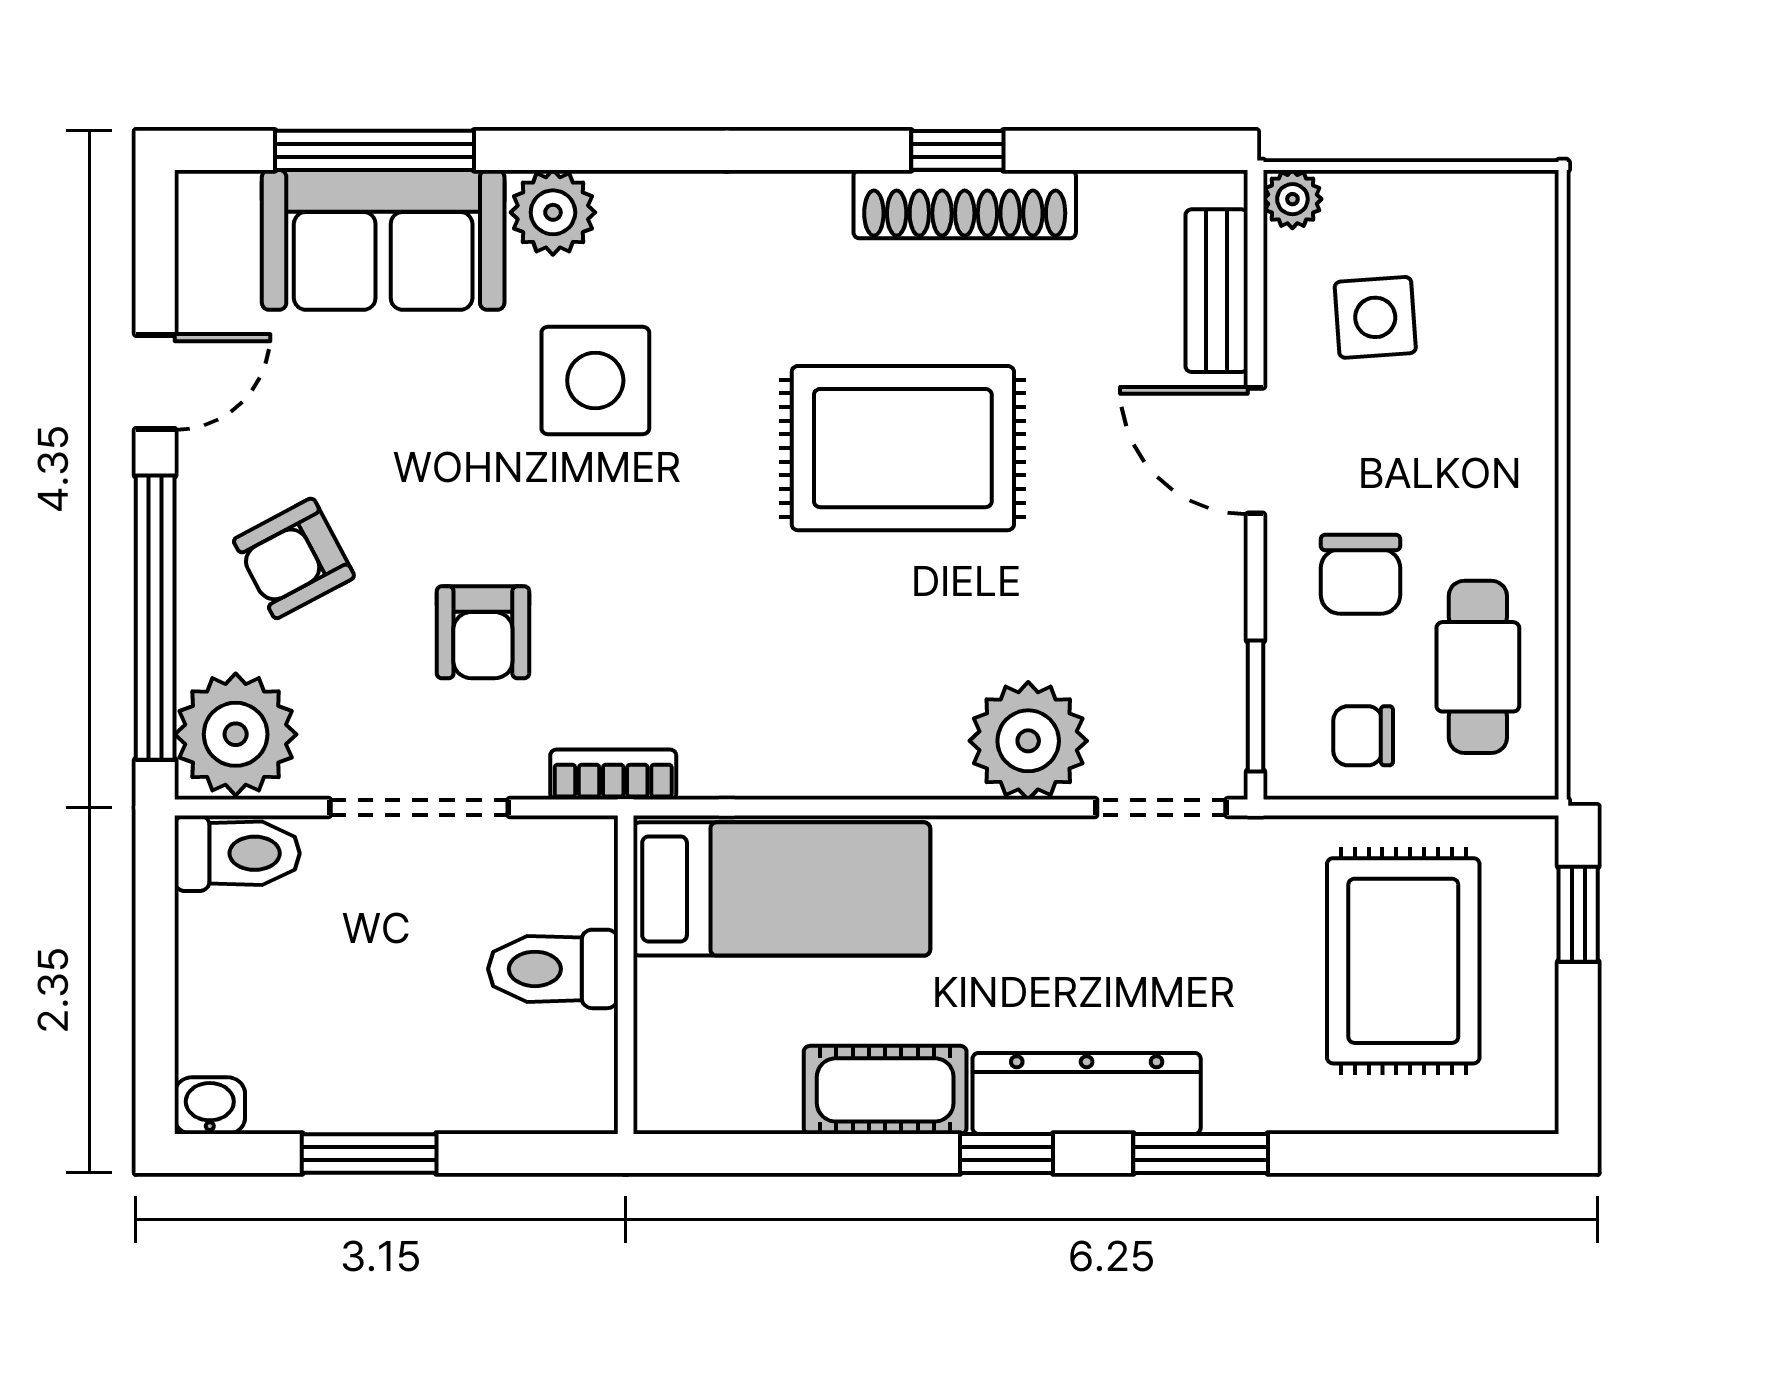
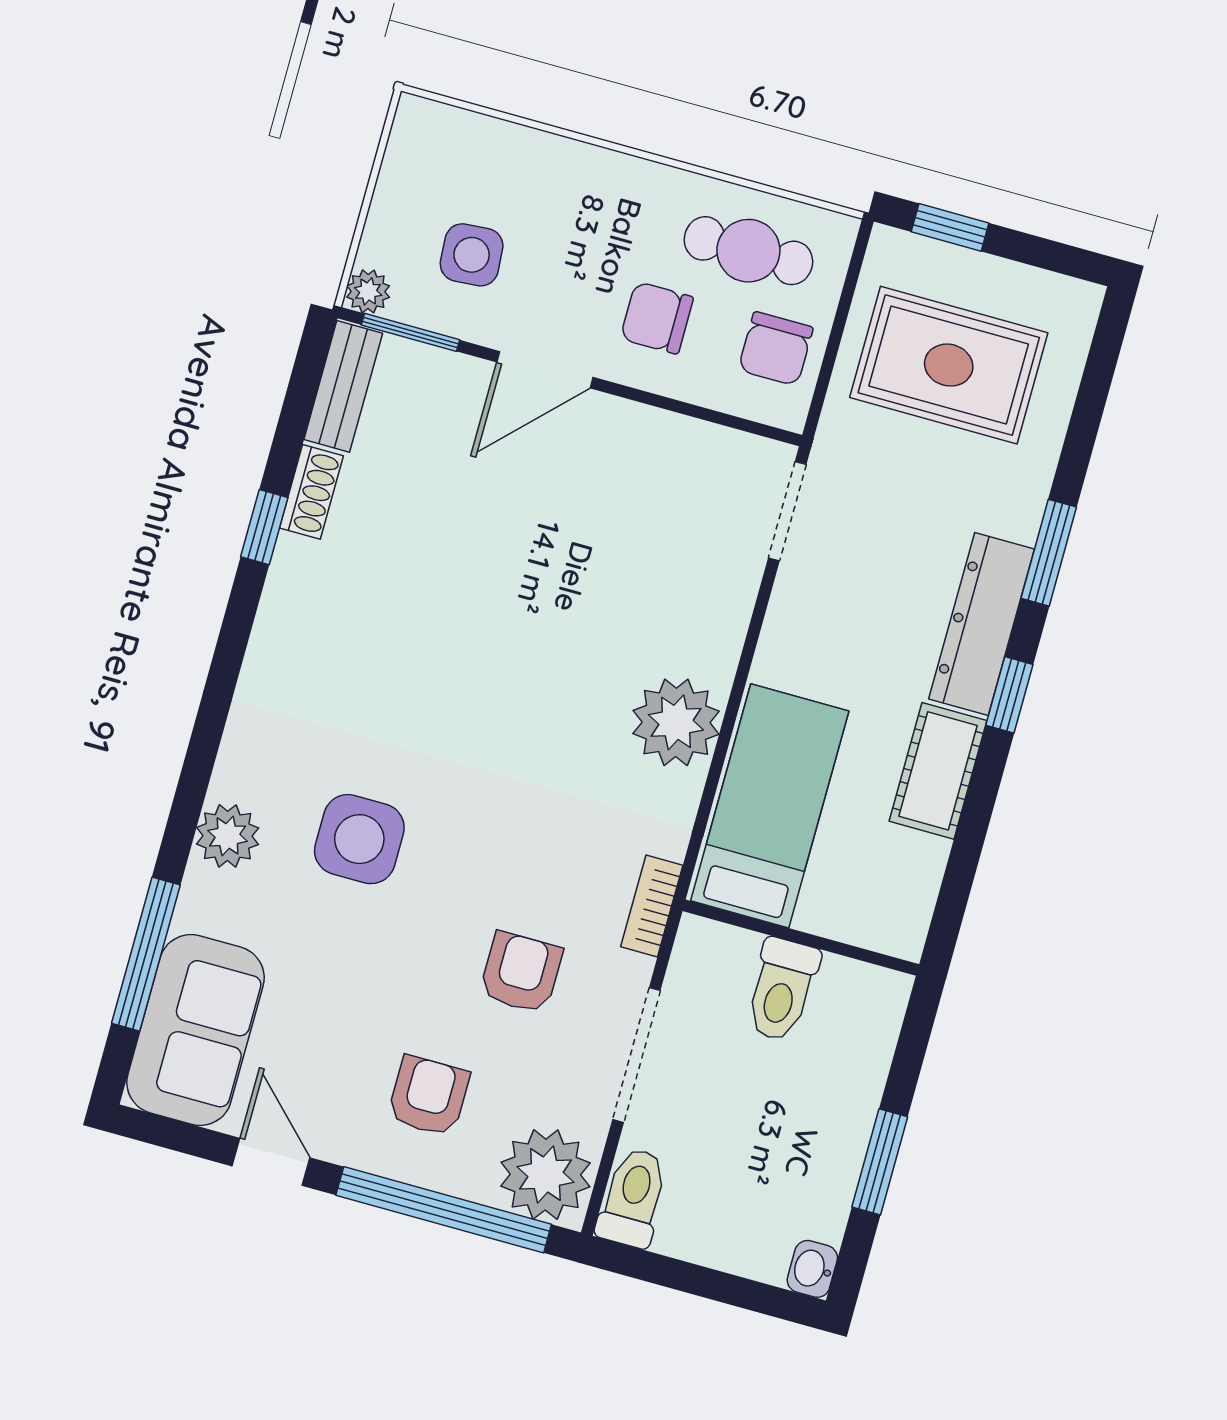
shoe rack: (965, 204) -> (311, 492), width x0.51, depth x0.81
sofa: (383, 240) -> (195, 1030), moved
bench: (1217, 291) -> (343, 386), moved, turned 90
rug: (903, 448) -> (471, 628), removed
armchair: (294, 558) -> (428, 1096), turned -152
chair: (1361, 574) -> (657, 318), turned 180
armchair: (483, 632) -> (521, 973), turned -90
window: (1255, 706) -> (410, 332), moved
chair: (1363, 736) -> (776, 349), width x1.37, depth x1.37
plant: (1028, 741) -> (676, 722), moved

